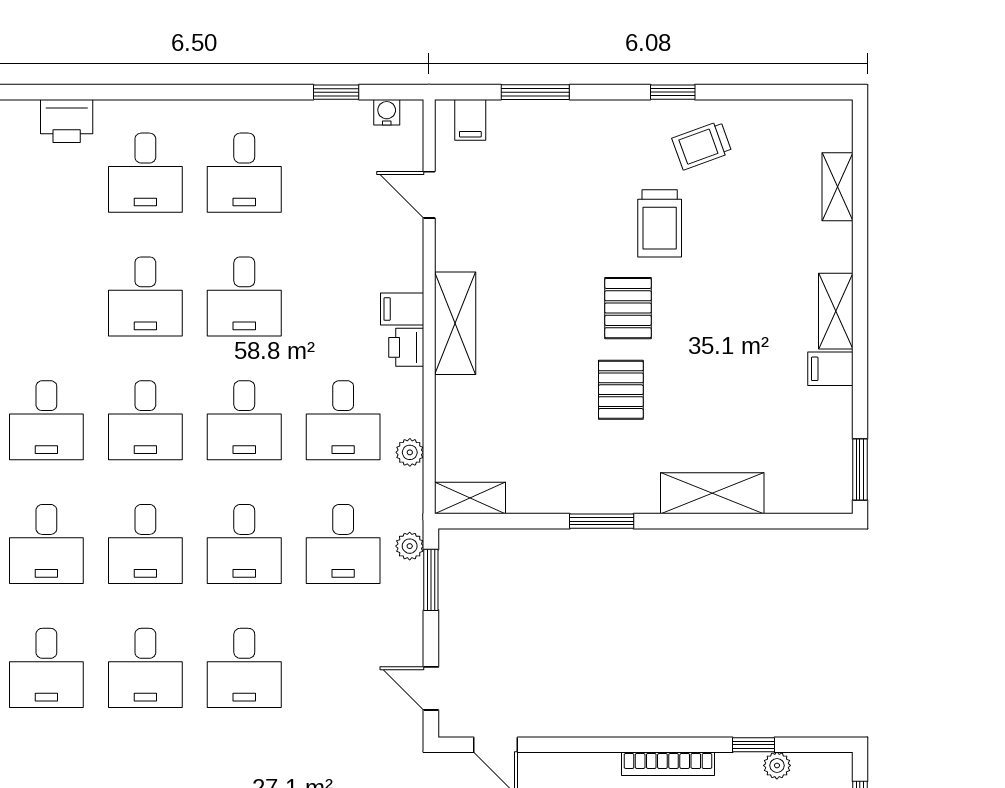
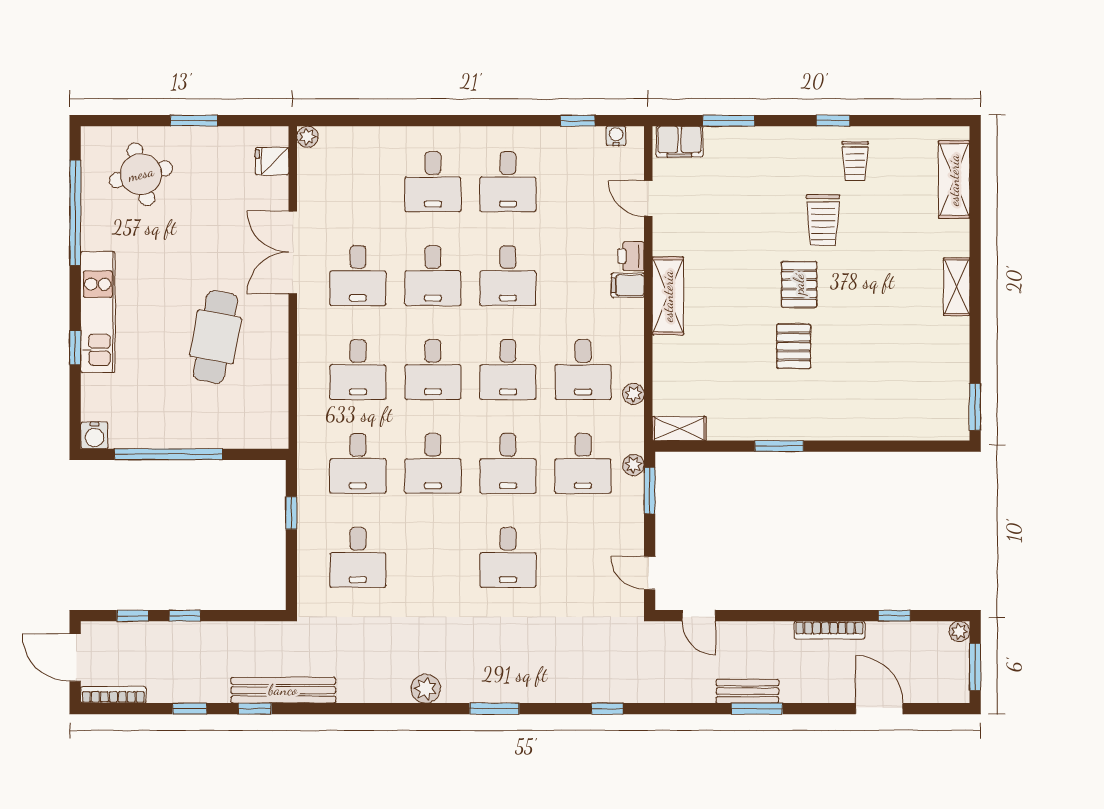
filing cabinet: (470, 120) -> (679, 142), width x2.00
printer: (67, 121) -> (373, 142), removed
trolley: (702, 145) -> (855, 161), turned -70
shelving: (837, 187) -> (954, 180), width x1.50, depth x1.33
printer: (406, 347) -> (631, 256), moved
filing cabinet: (830, 369) -> (953, 330), removed
shelving: (712, 493) -> (863, 425), removed
desk: (145, 668) -> (358, 276), moved
plant: (777, 765) -> (959, 631), moved

